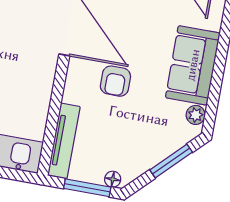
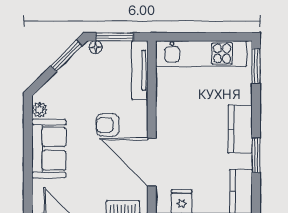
armchair: (115, 81) -> (108, 125), turned -90
window: (171, 161) -> (66, 56), moved

